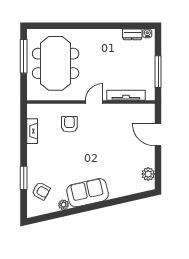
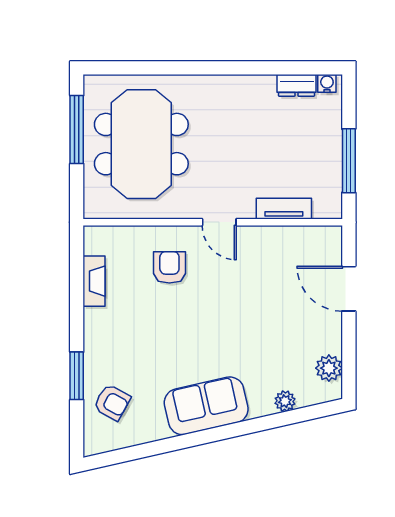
tv unit: (126, 95) -> (284, 209), width x0.71
door: (94, 102) -> (219, 222), swing flipped
plant: (64, 205) -> (285, 401), moved

